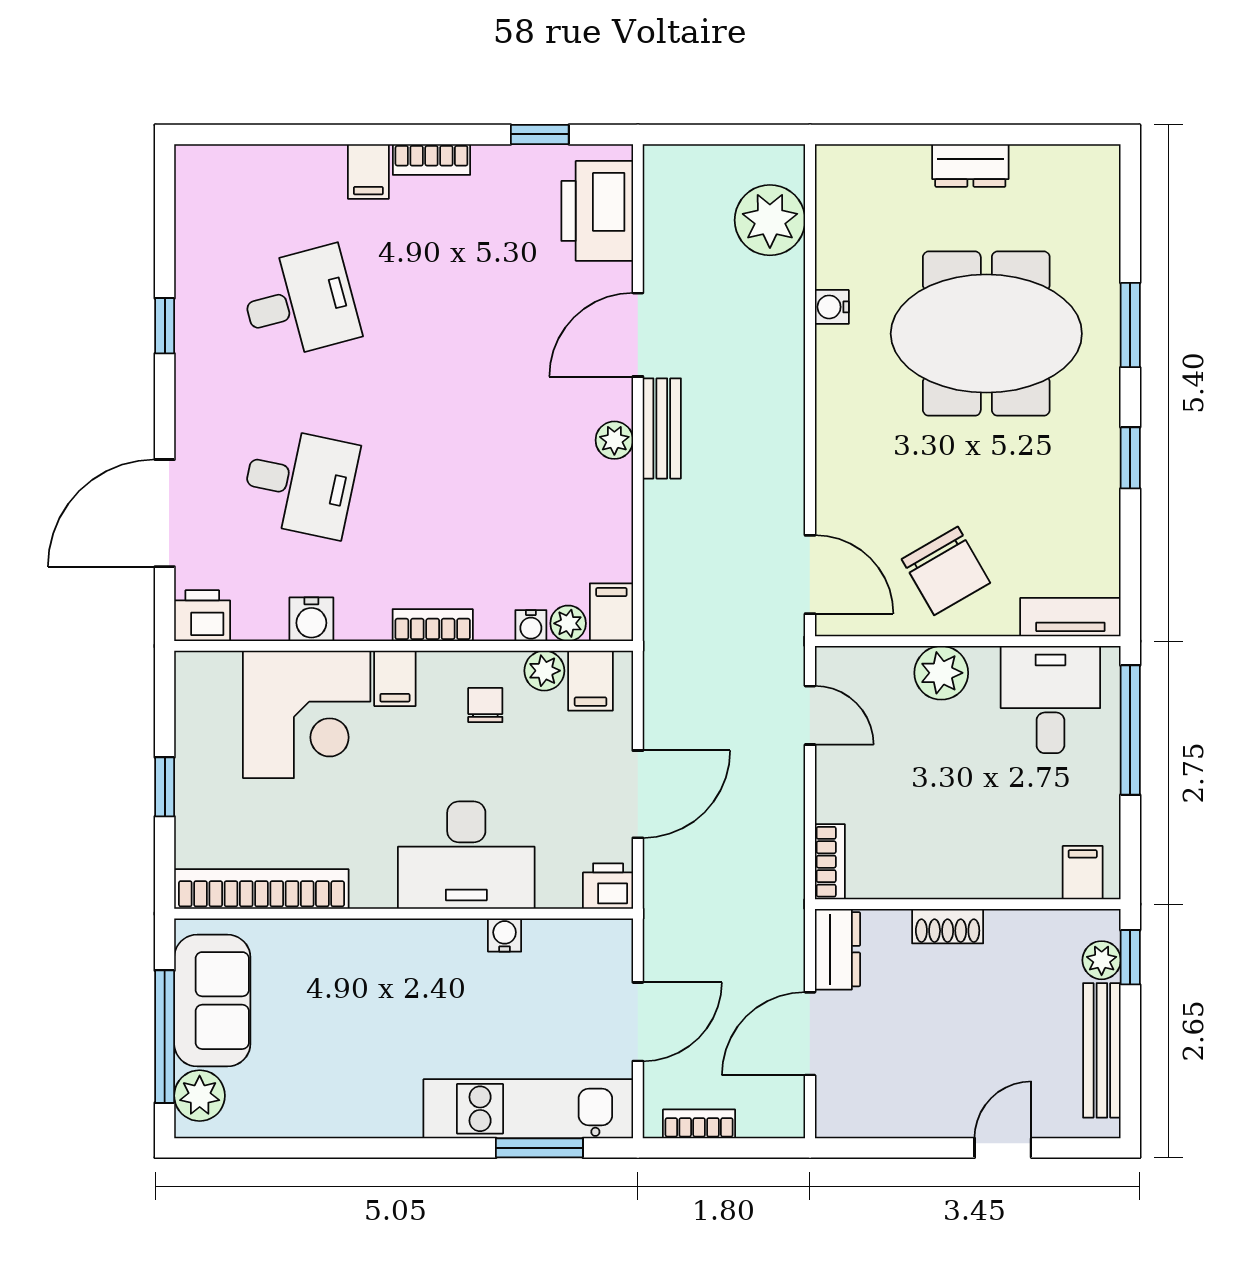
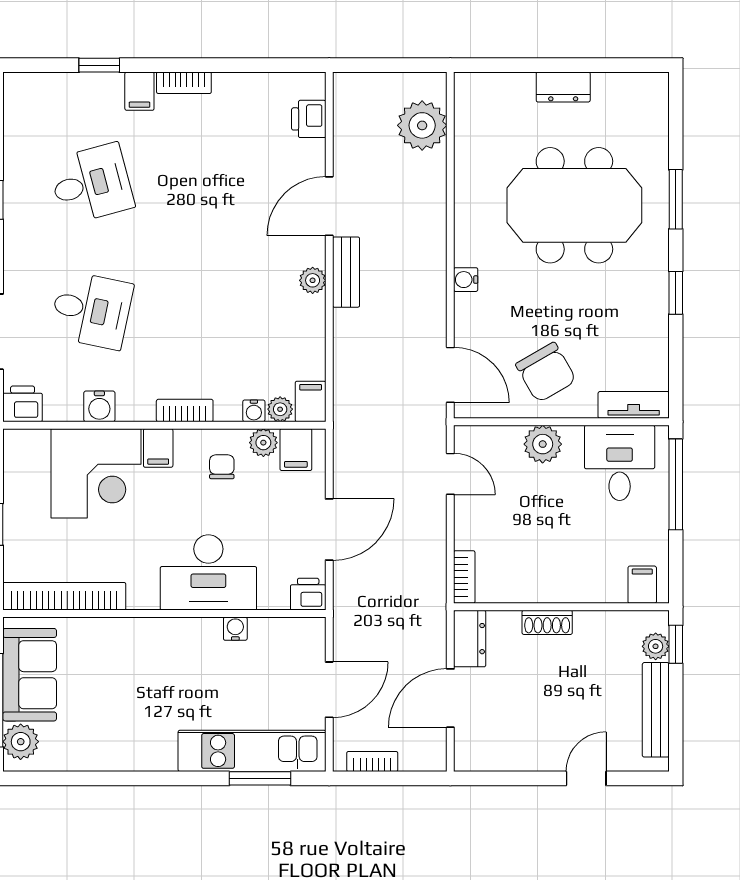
window: (540, 134) -> (99, 65), moved
printer: (597, 211) -> (309, 119), width x0.53, depth x0.68
water cooler: (832, 307) -> (466, 280), moved

